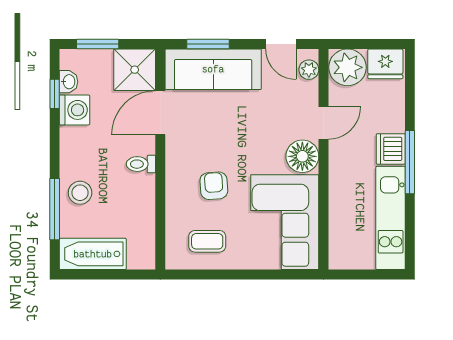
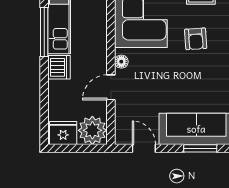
plant: (309, 70) -> (122, 129), removed
floor lamp: (302, 156) -> (121, 62), width x0.53, depth x0.53
window: (410, 162) -> (44, 32), moved

